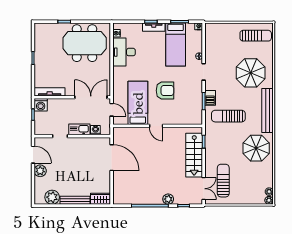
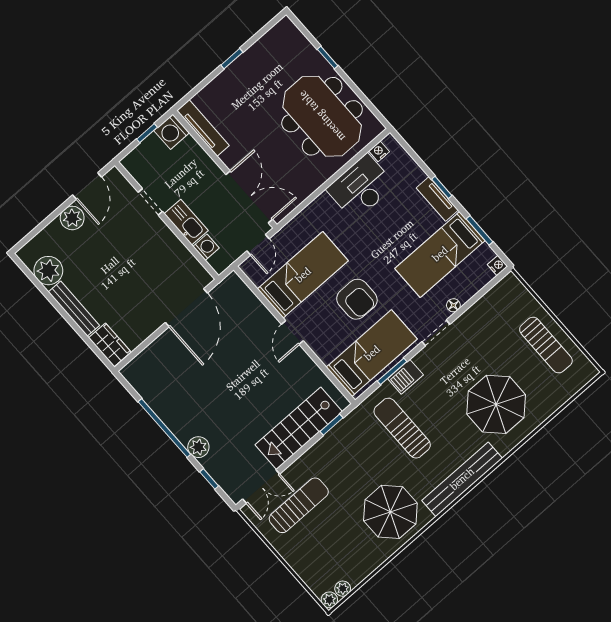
sun lounger: (256, 36) -> (546, 345), moved
bed: (190, 103) -> (372, 353), added

